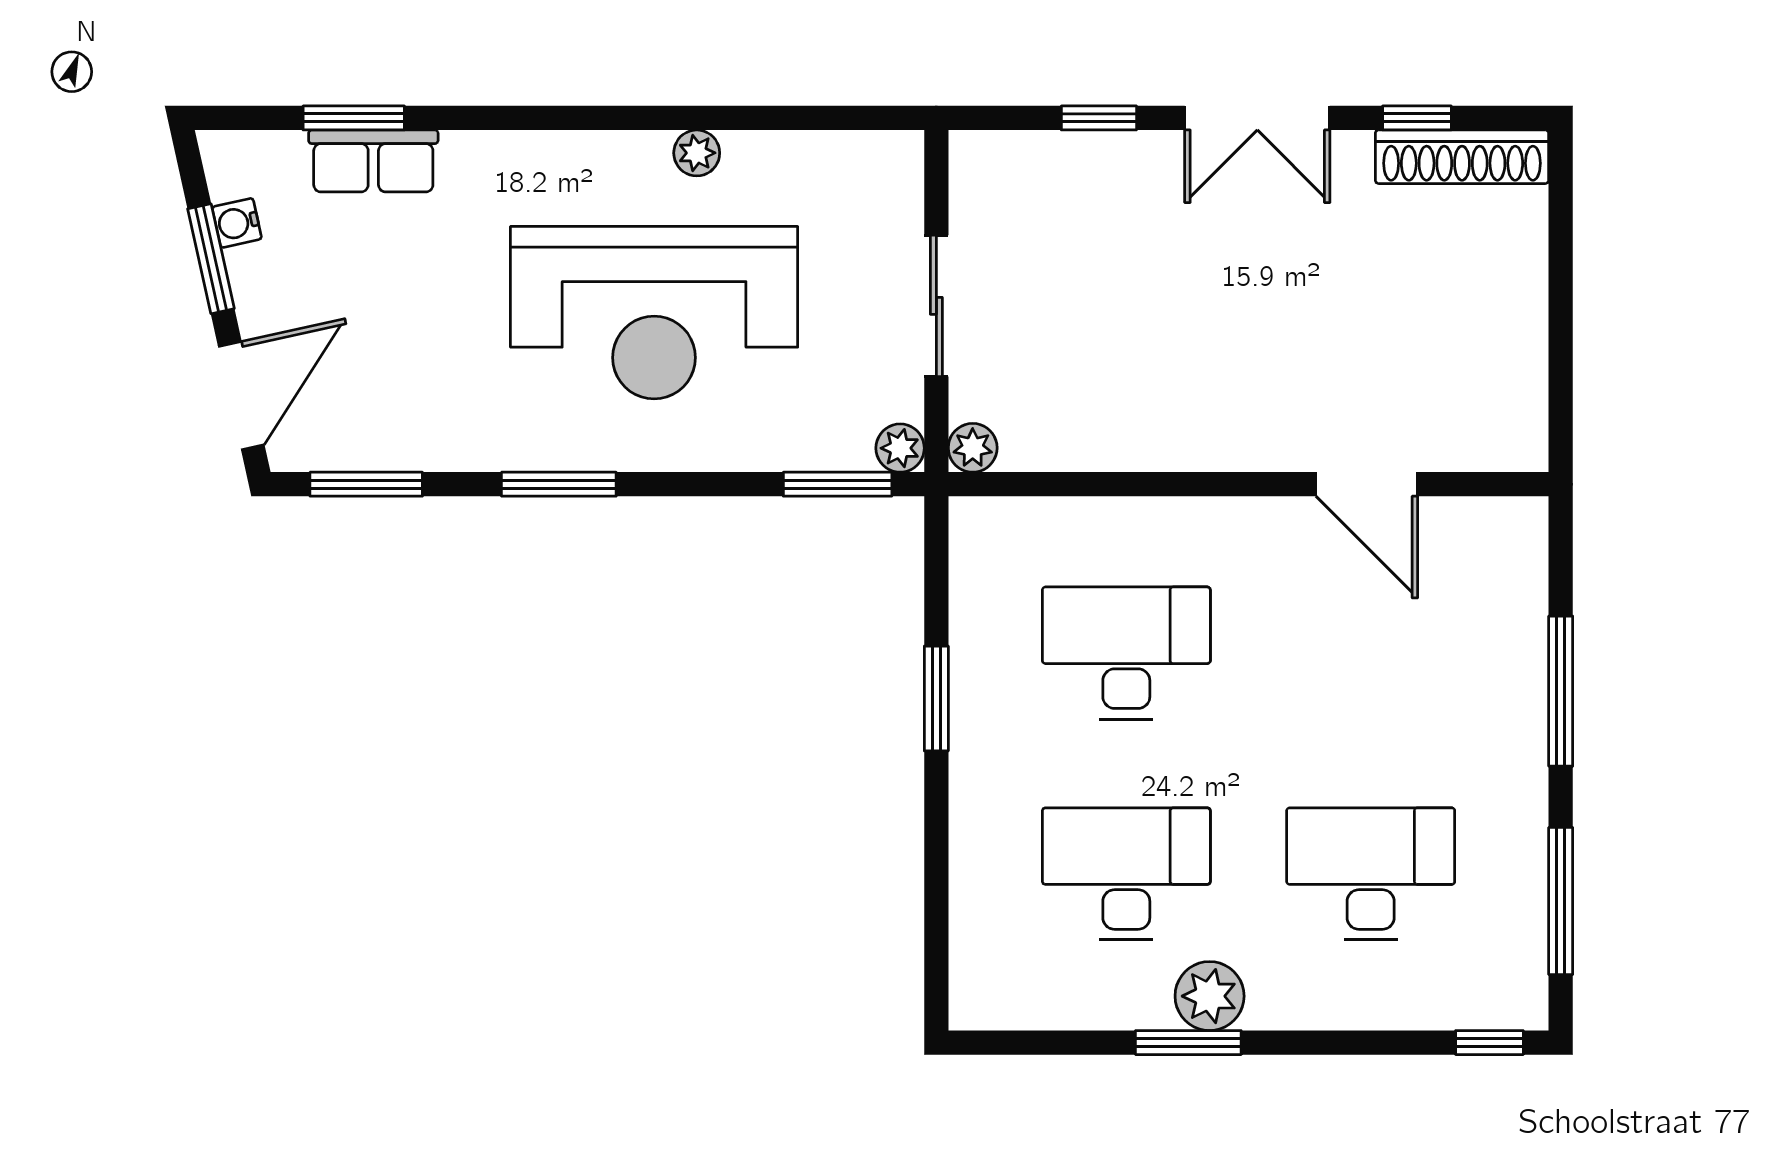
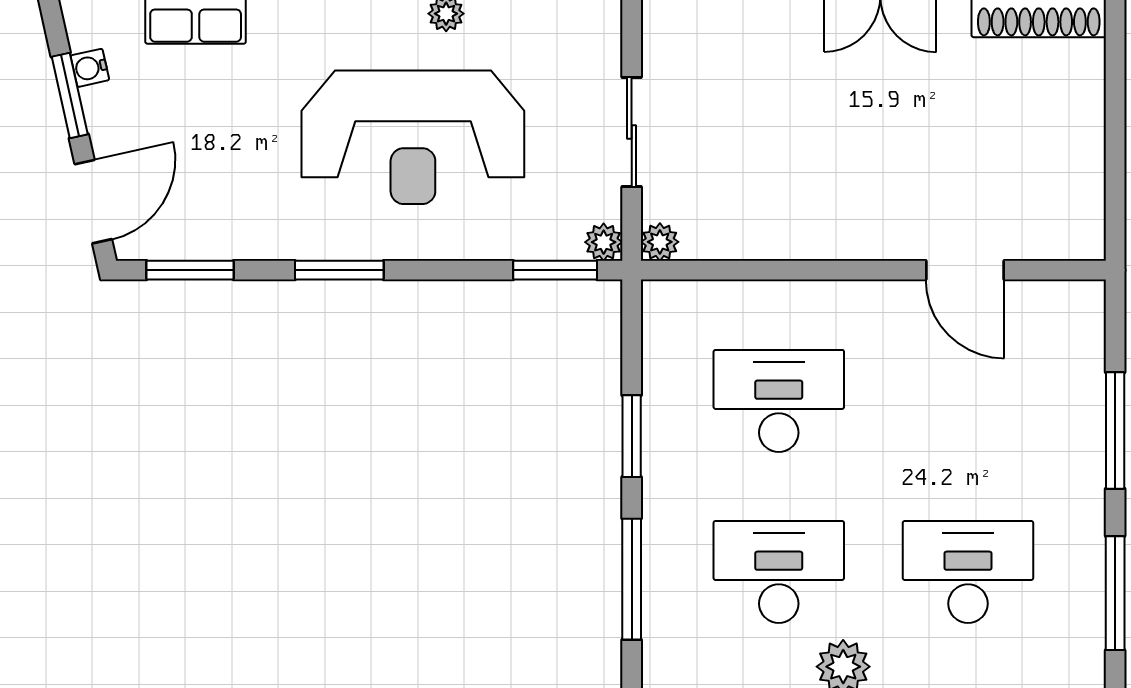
window: (936, 883) -> (632, 579), added

